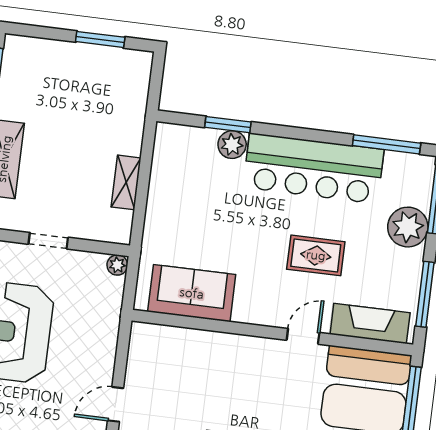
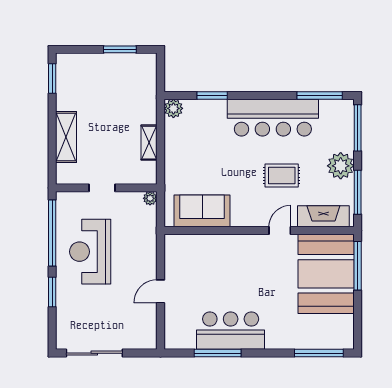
plant: (232, 145) -> (173, 108), moved
plant: (408, 227) -> (341, 166), moved

